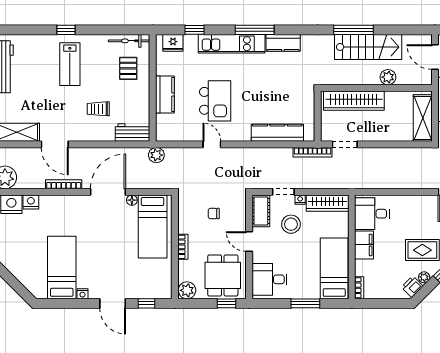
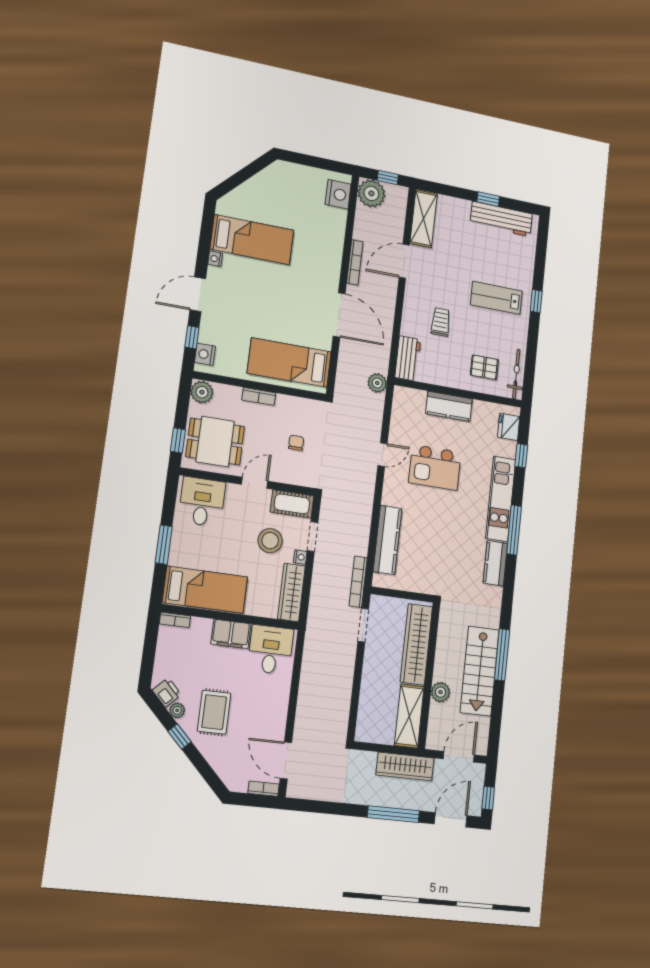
shelving: (423, 118) -> (409, 716), moved, turned 90
floor lamp: (132, 200) -> (325, 343), removed
nightstand: (31, 202) -> (205, 354), moved, turned 180

